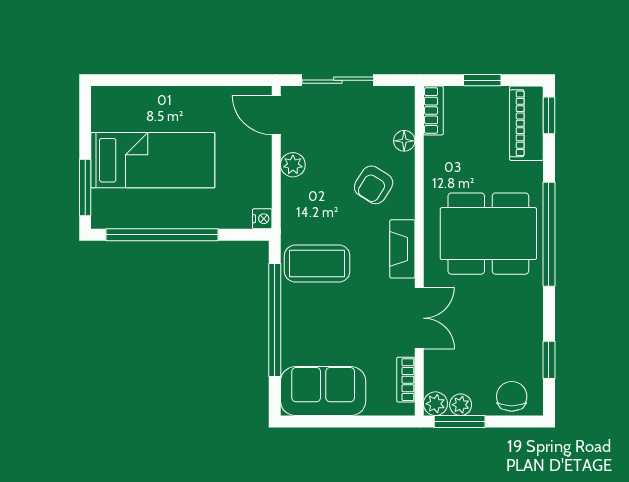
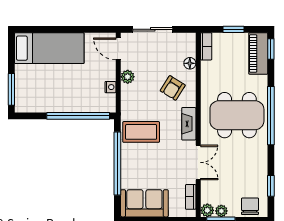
bed: (153, 160) -> (49, 48), moved
nightstand: (262, 219) -> (110, 87), moved
window: (162, 235) -> (78, 116), moved

